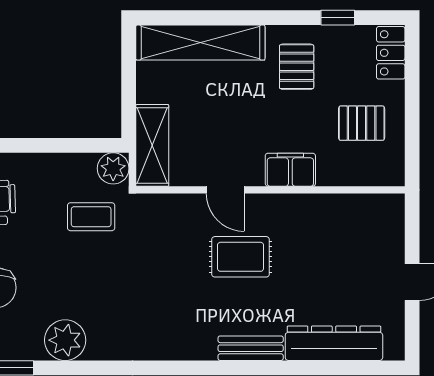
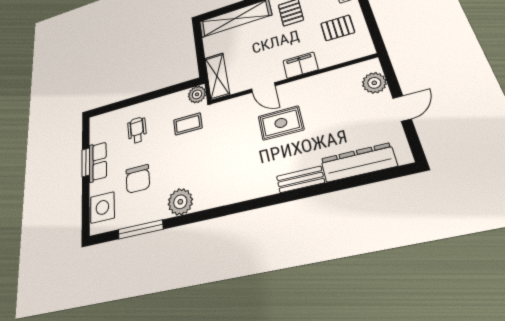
plant: (388, 233) -> (374, 83), added

